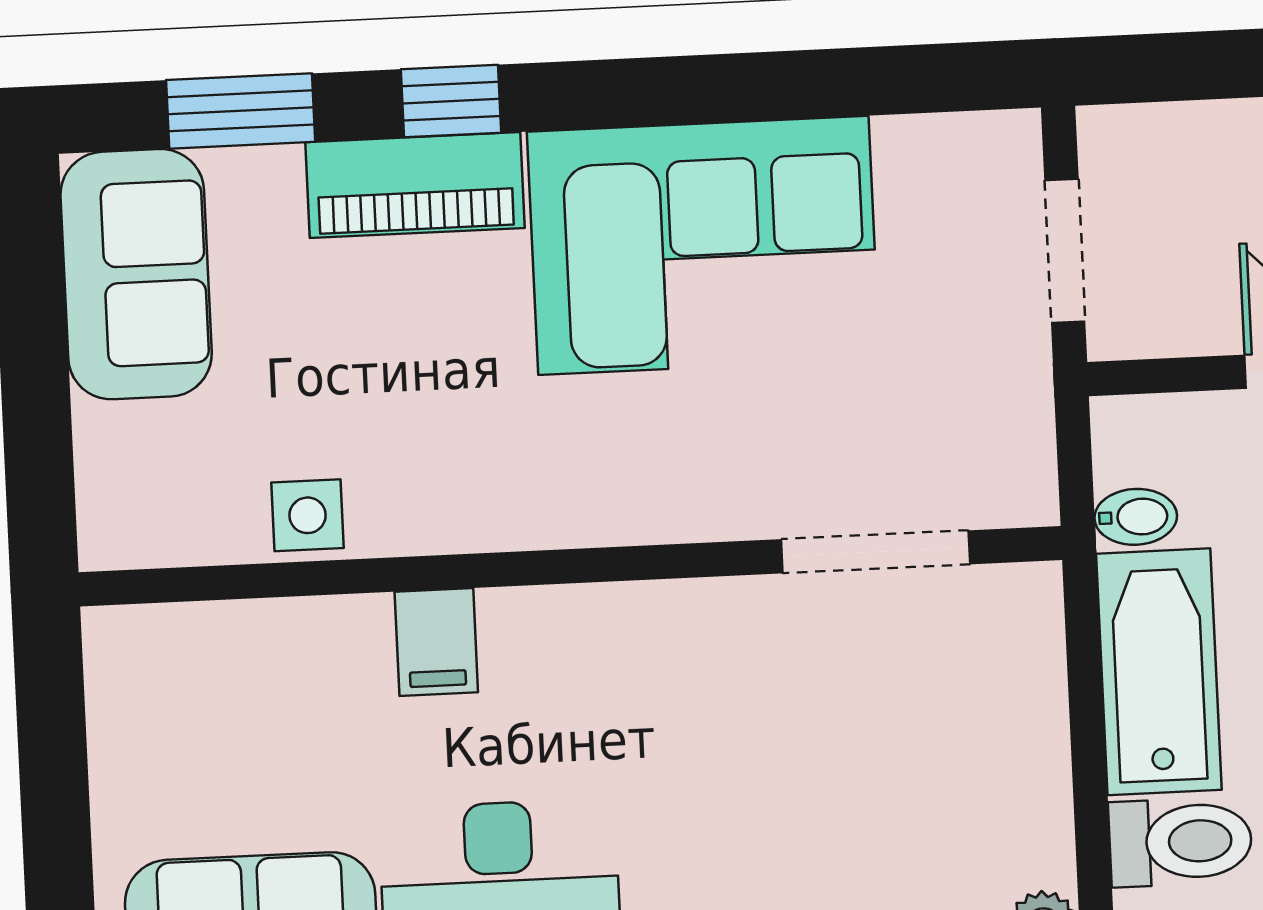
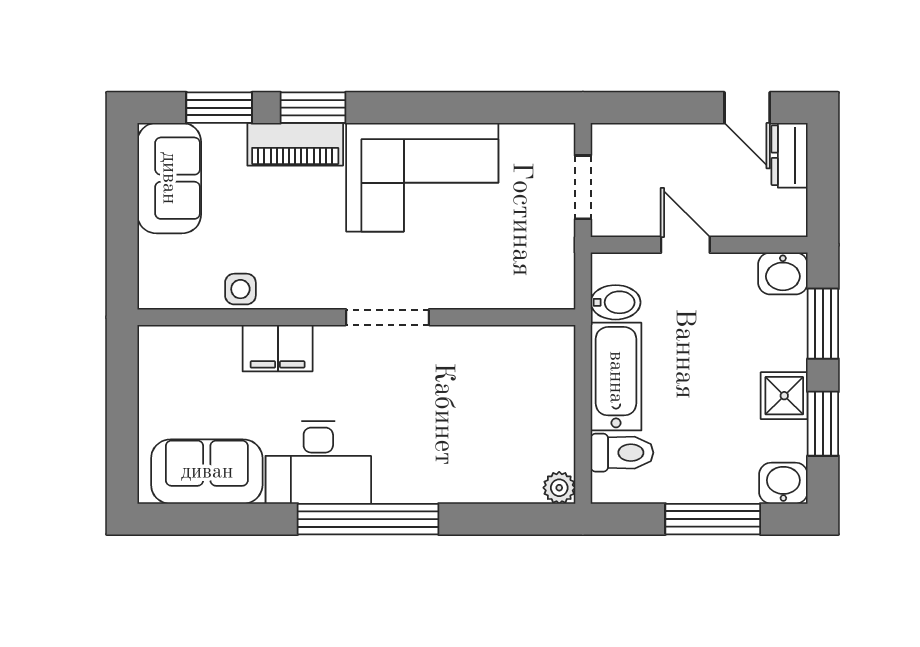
window: (451, 101) -> (313, 108), width x1.50
bidet: (1136, 517) -> (616, 302), width x1.38, depth x1.36
doorway: (876, 552) -> (388, 317), moved
filing cabinet: (436, 642) -> (278, 348), width x2.00

